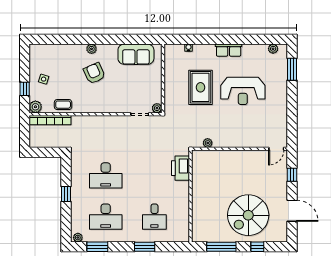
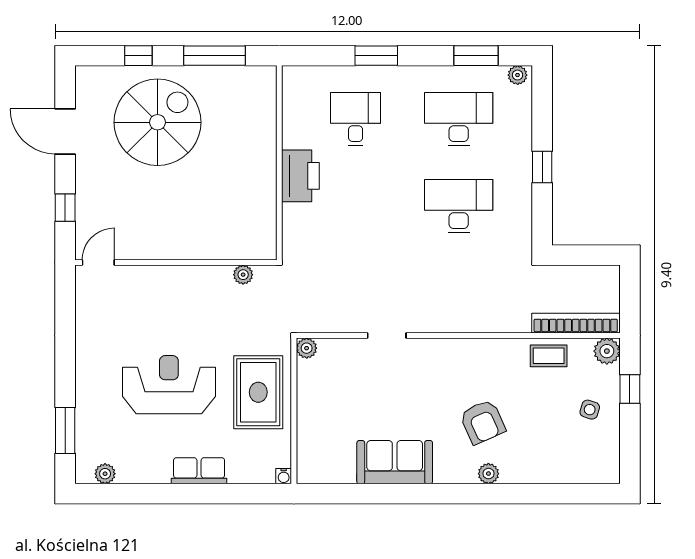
wall: (163, 78) -> (294, 411), moved
plant: (157, 108) -> (307, 348), moved
printer: (181, 168) -> (300, 176), moved

